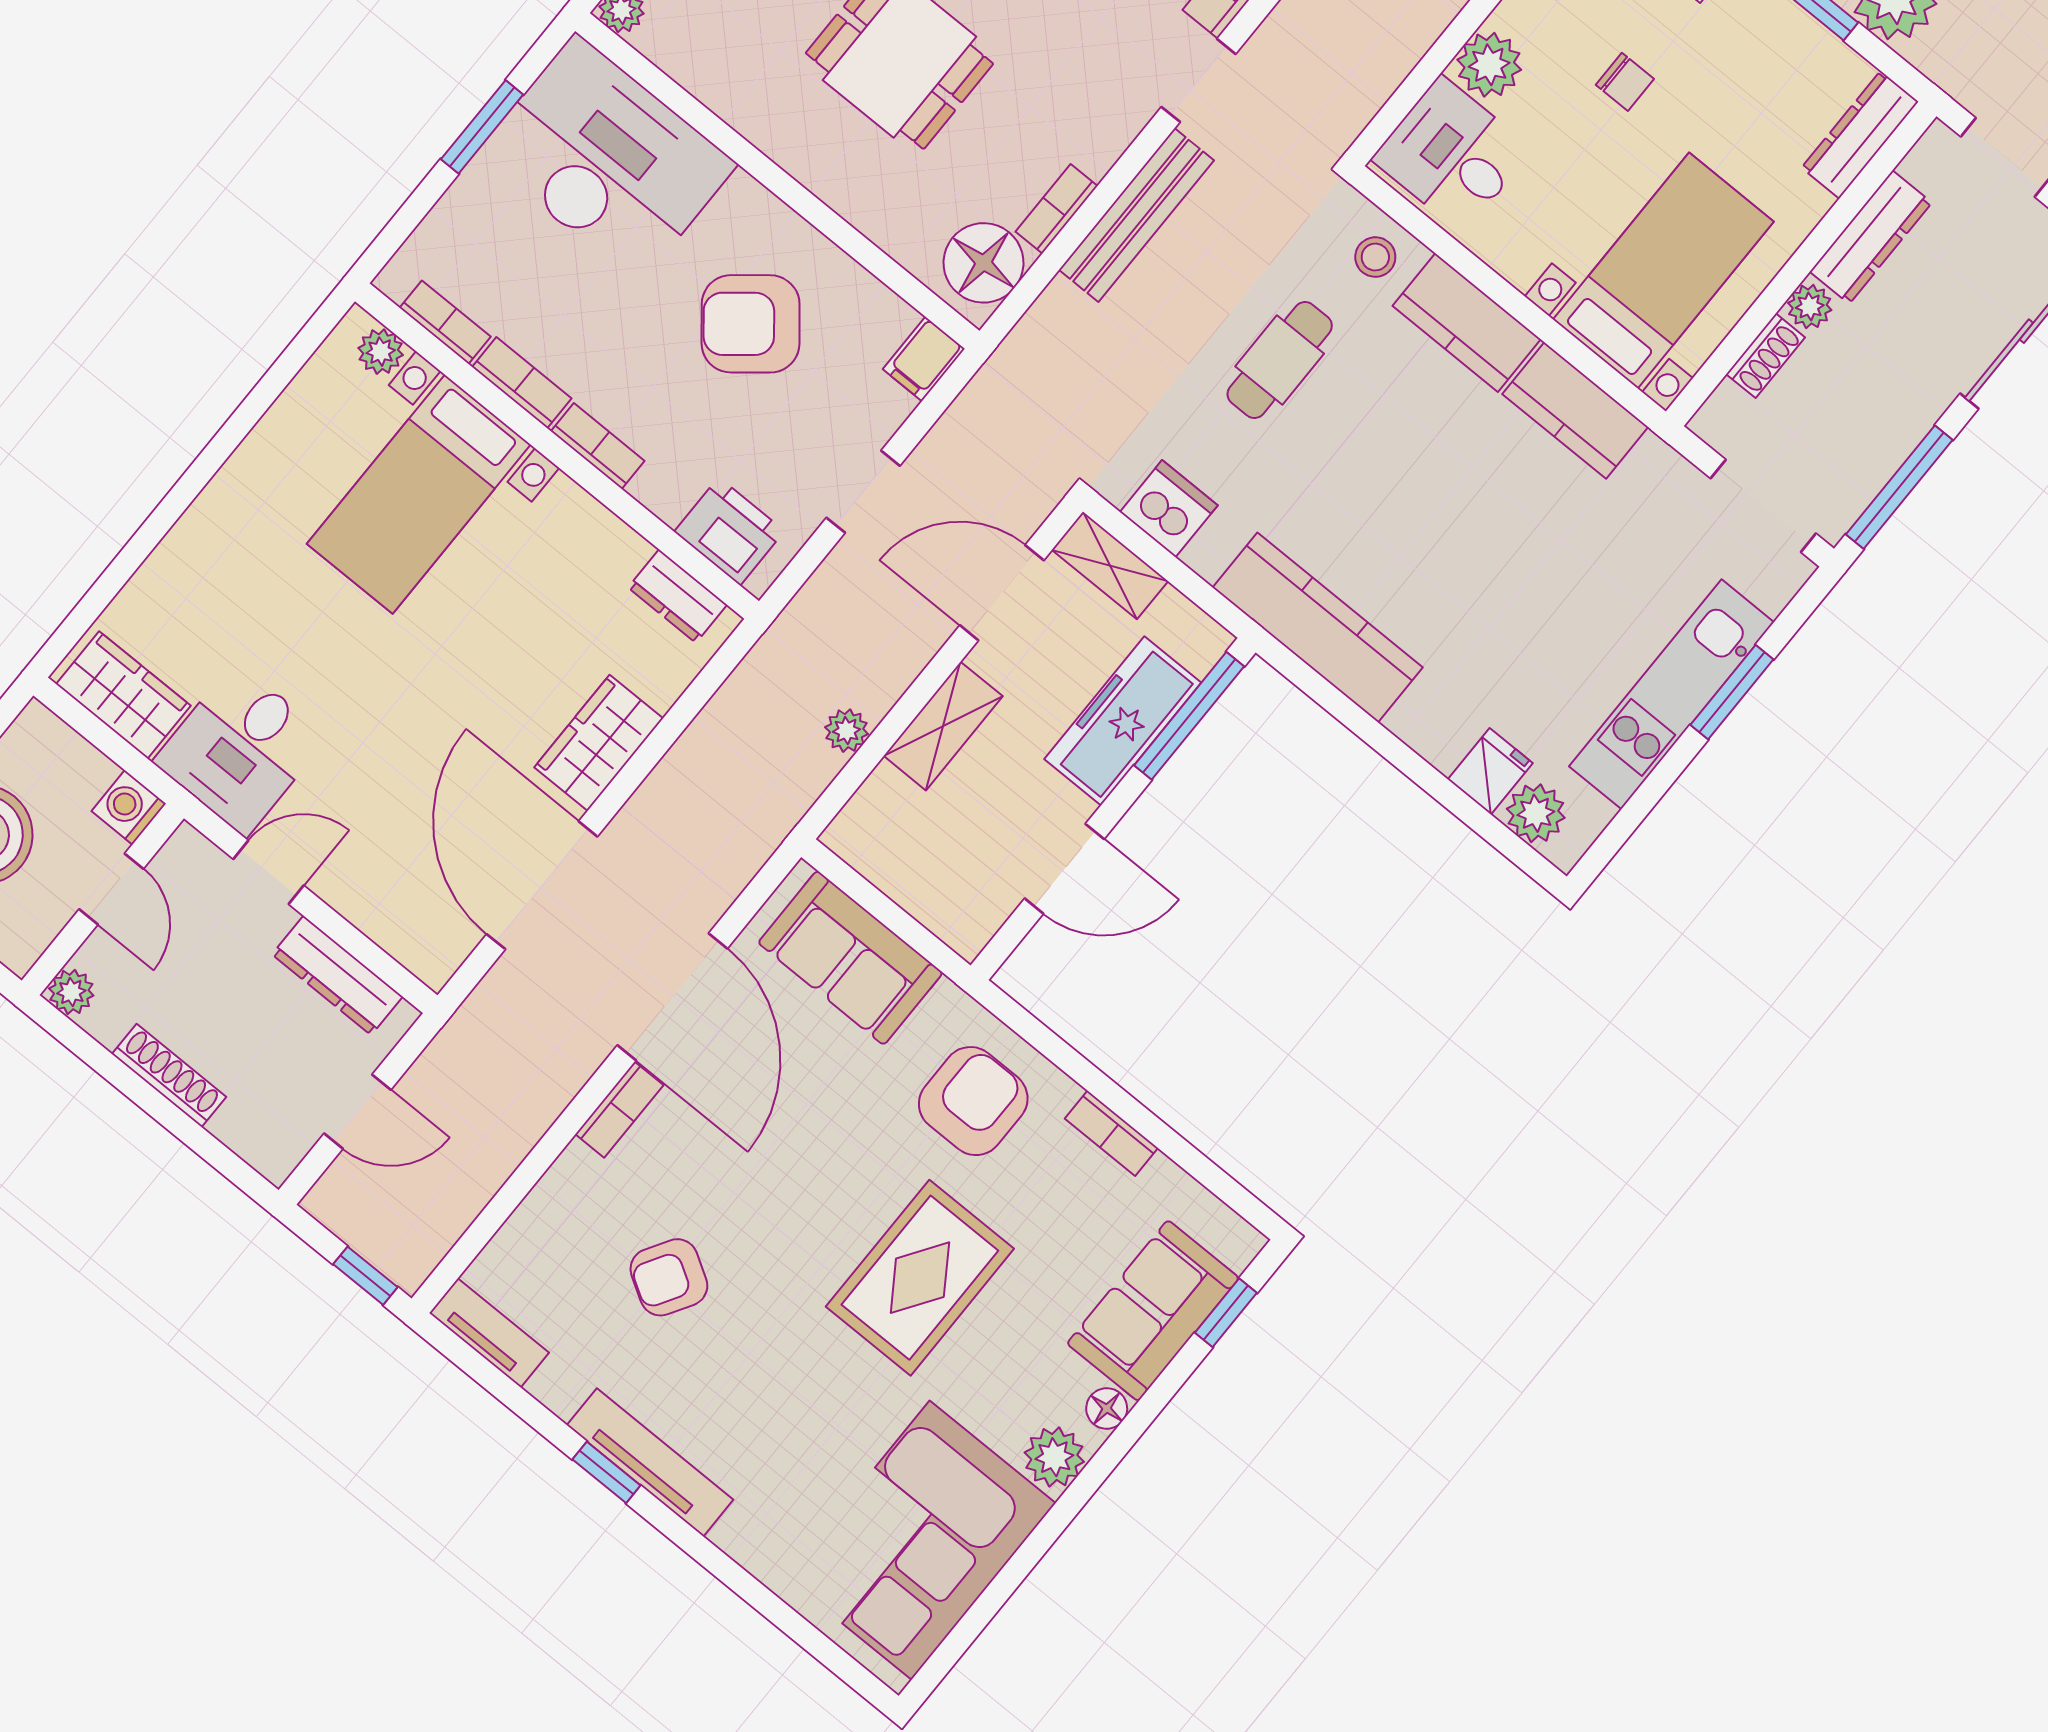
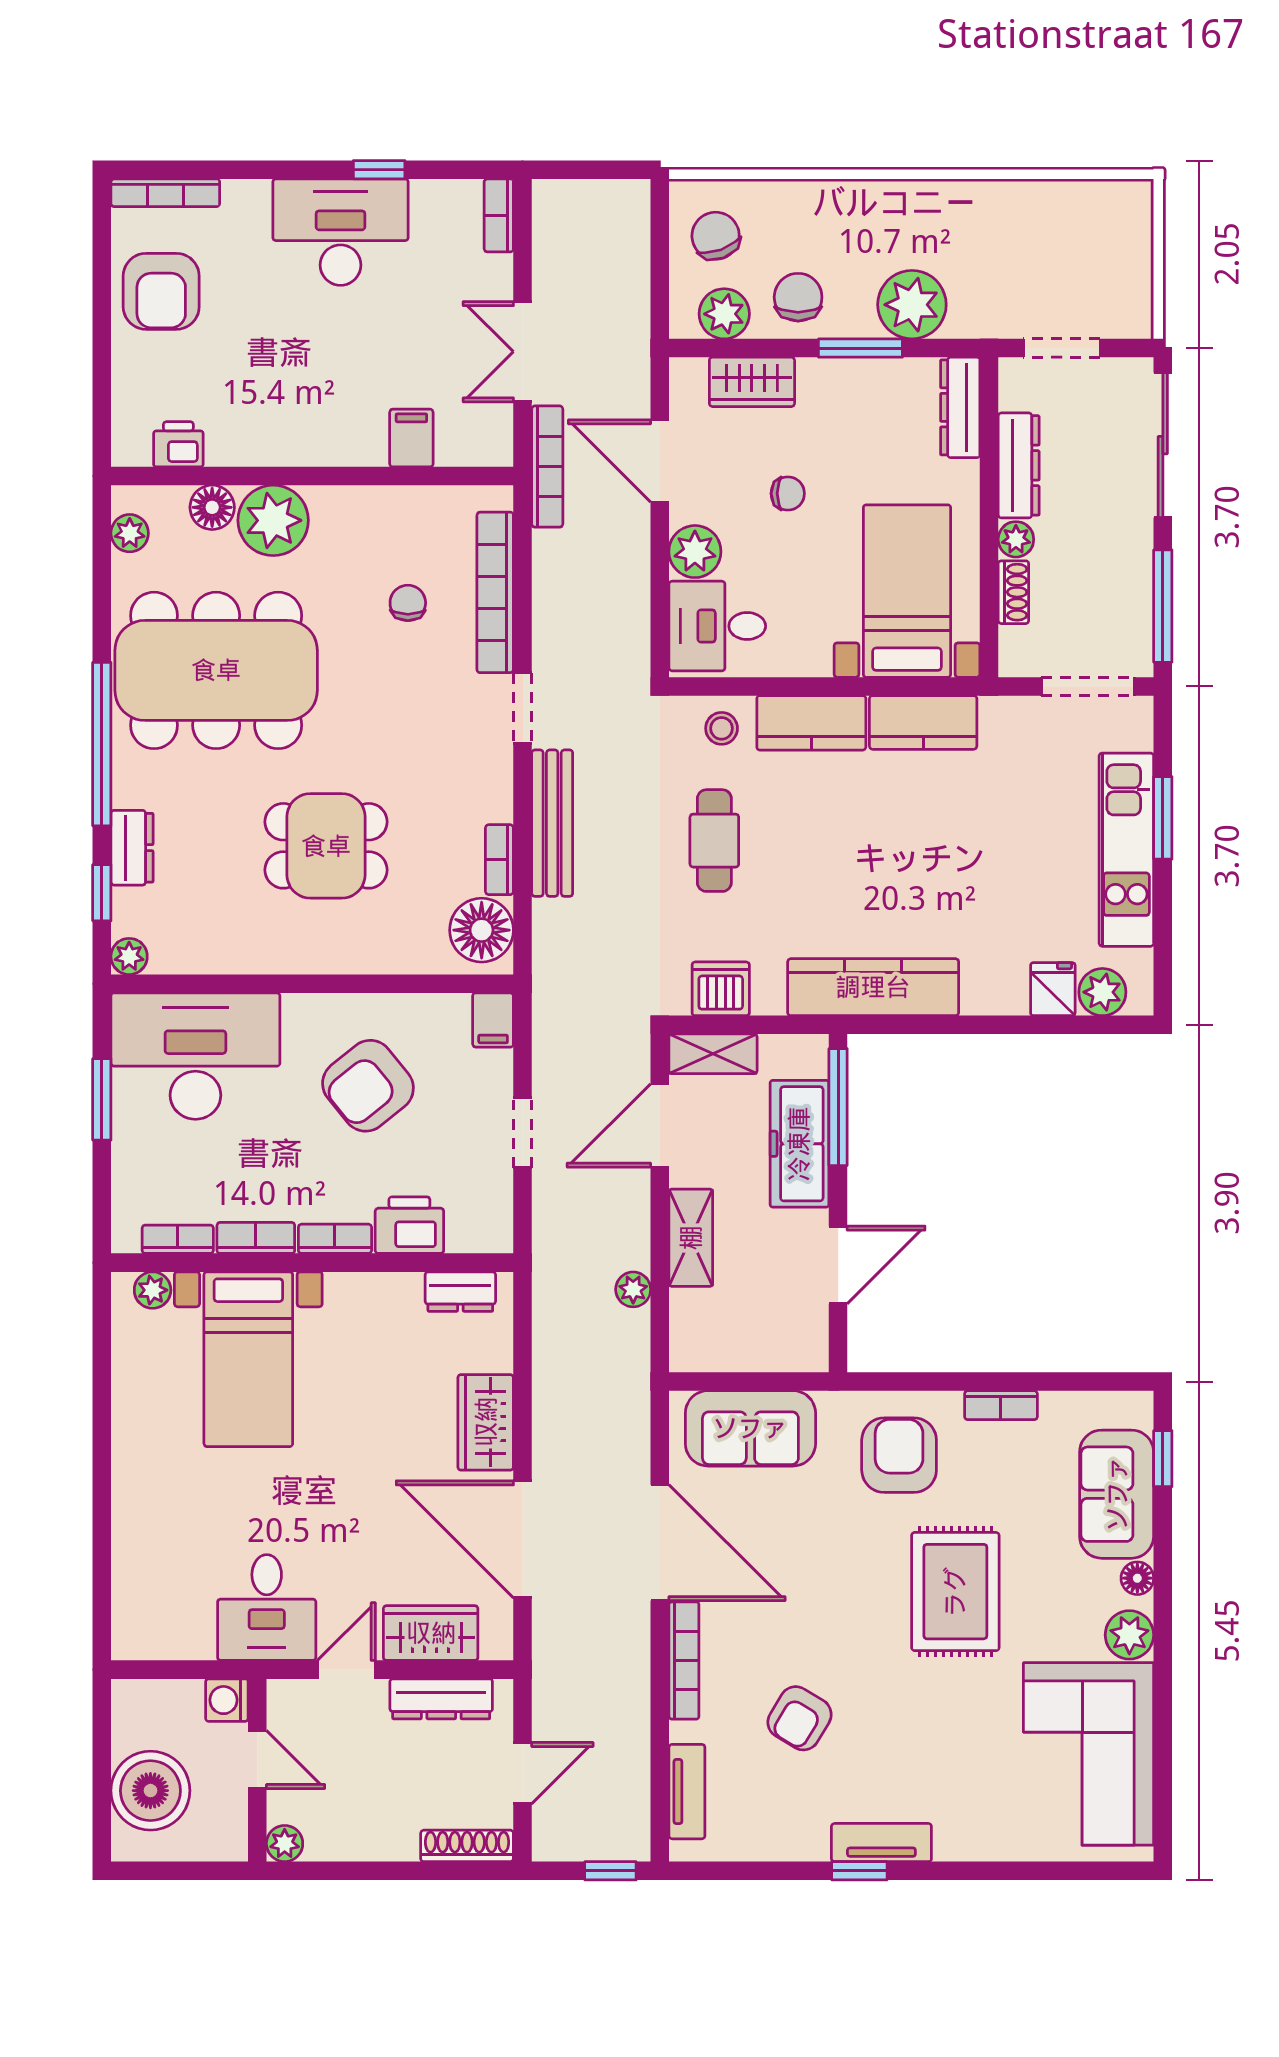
printer: (729, 531) -> (409, 1225), moved
wardrobe: (123, 695) -> (431, 1633), moved
shoe rack: (169, 1075) -> (467, 1846), moved
bookcase: (619, 1110) -> (684, 1660), width x1.56
tv unit: (489, 1333) -> (687, 1792), moved, turned 90
tv unit: (650, 1462) -> (881, 1843), width x0.71

